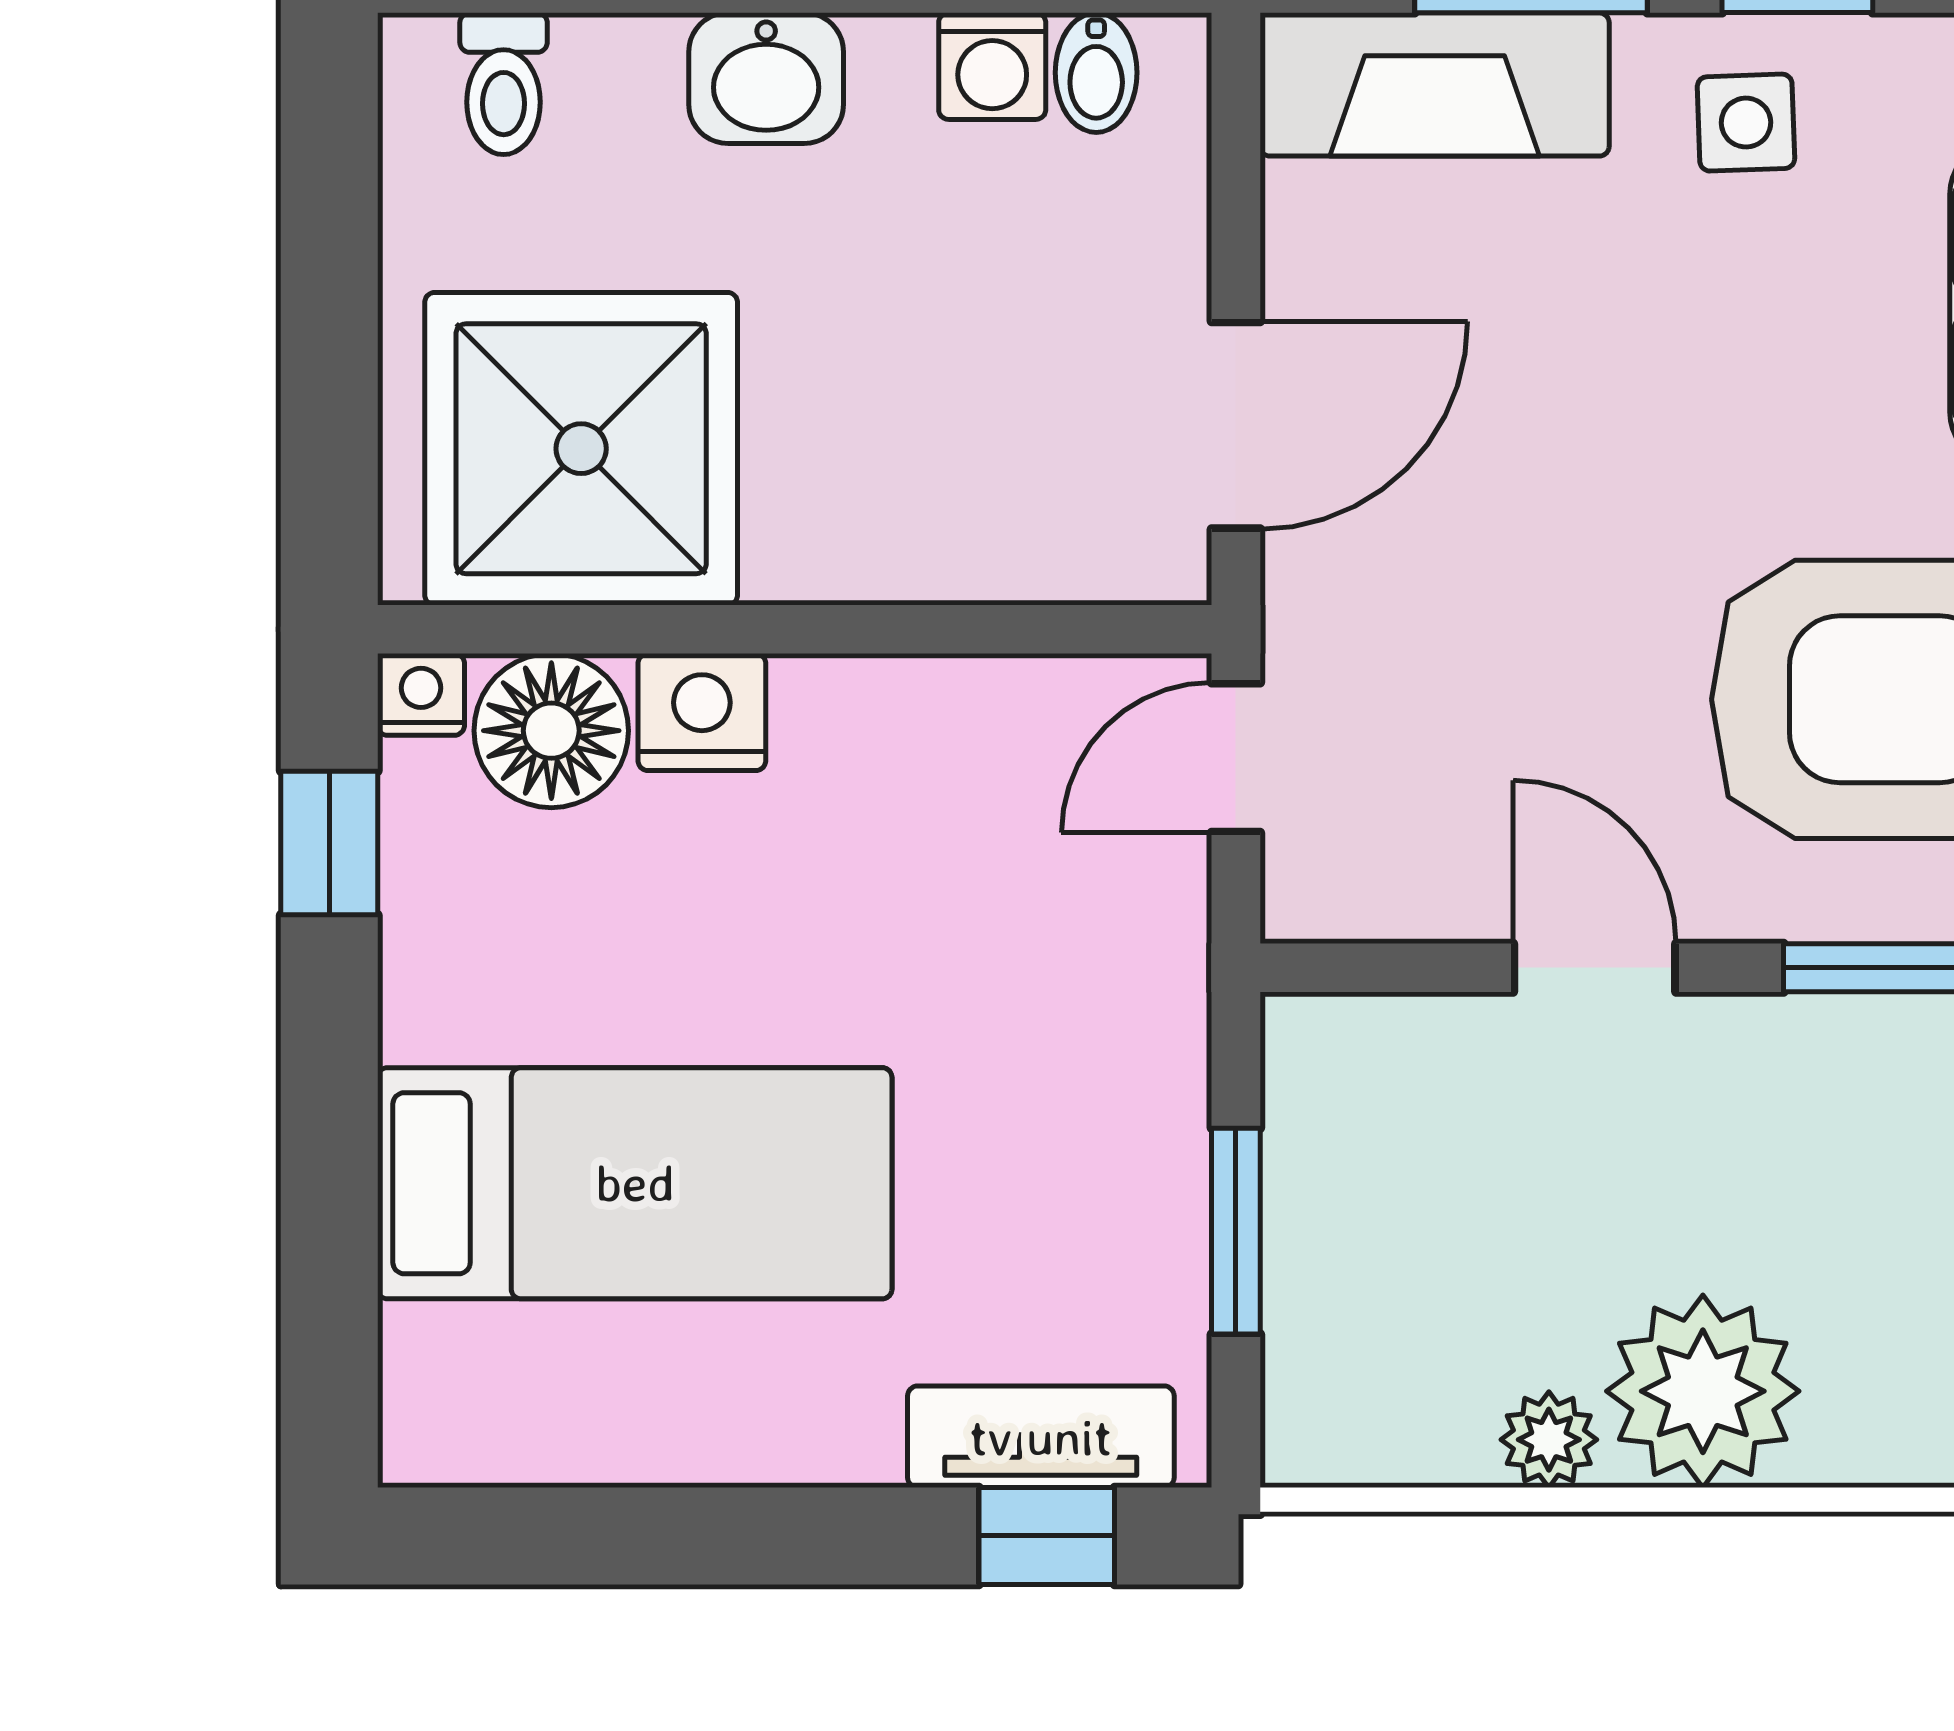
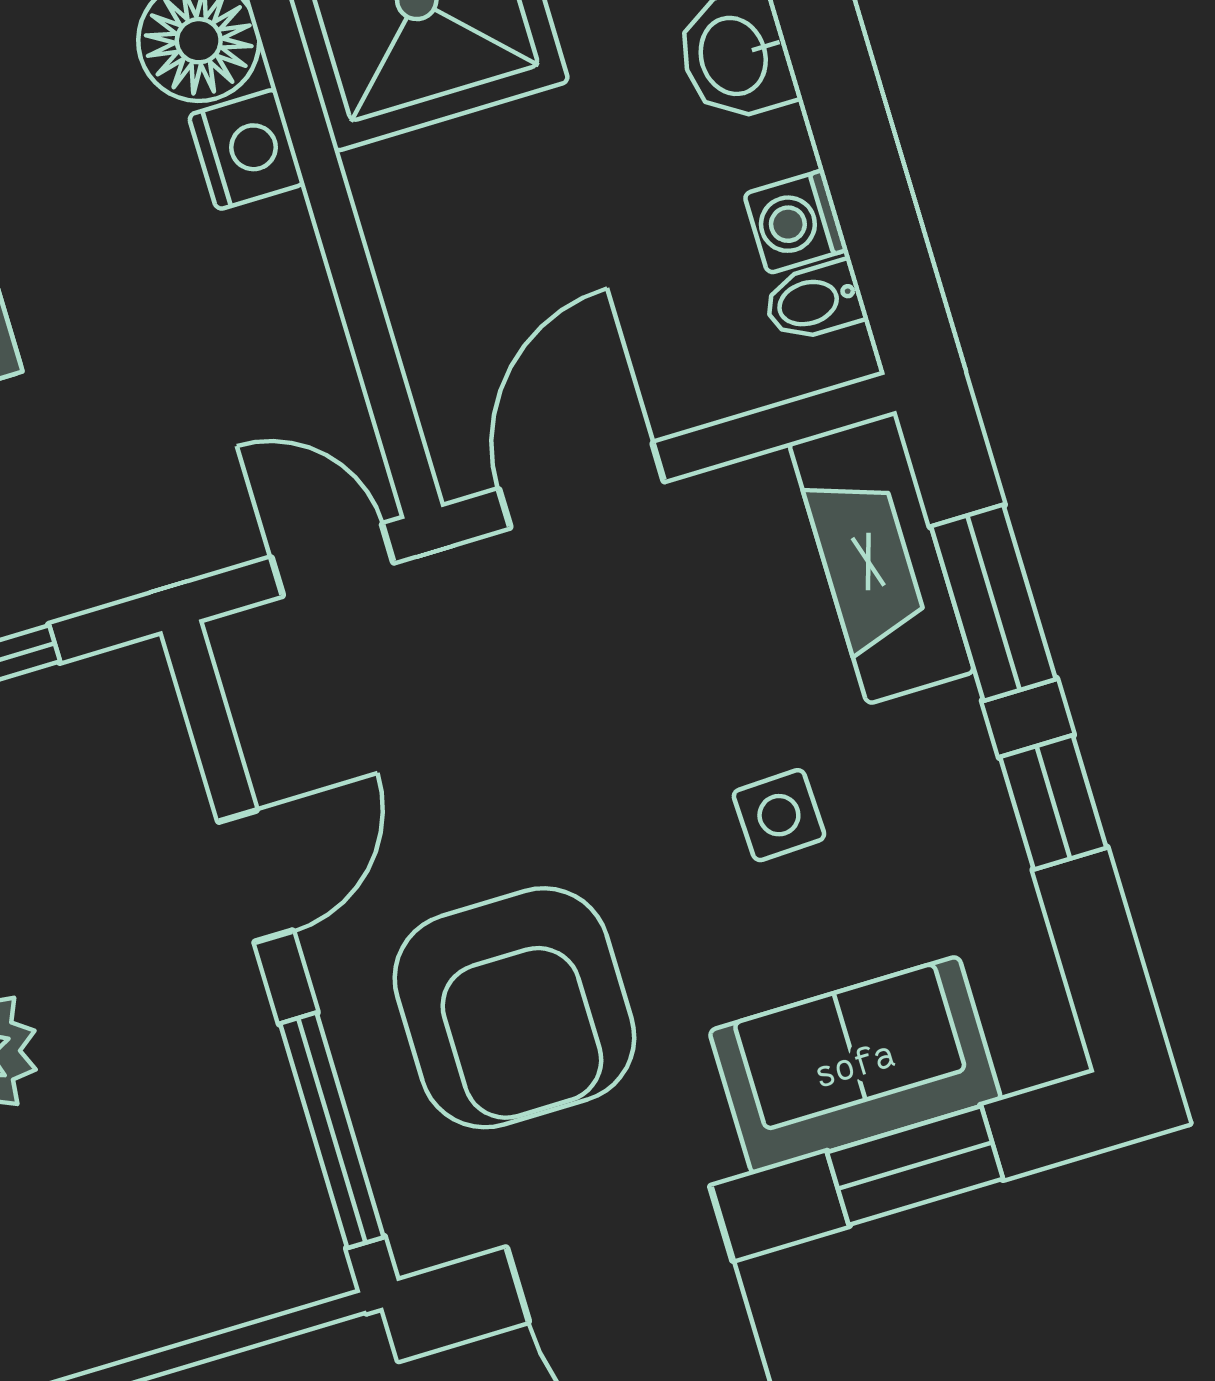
side table: (1746, 123) -> (779, 815), moved
door: (1236, 425) -> (581, 485), swing flipped

